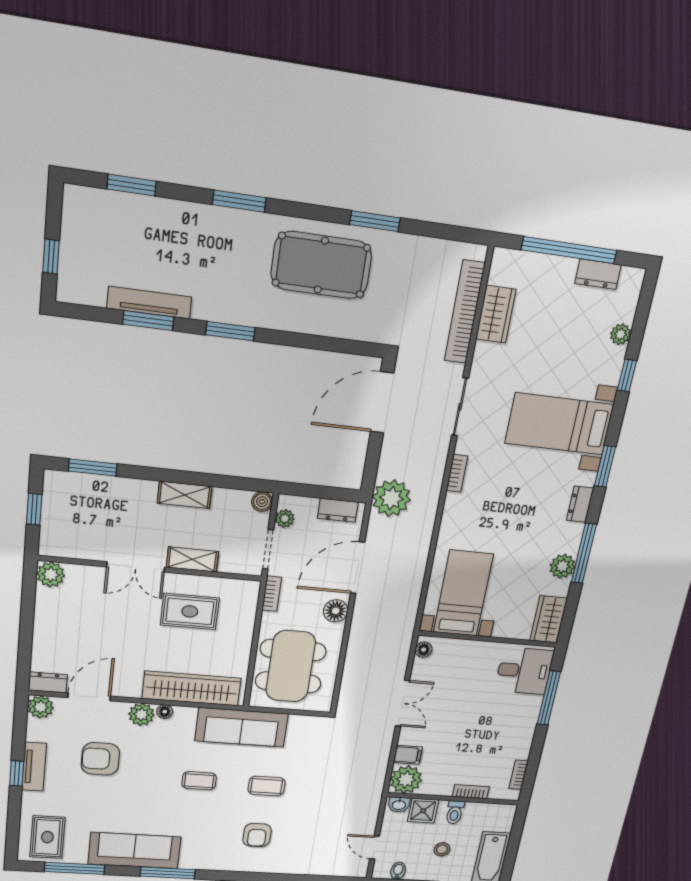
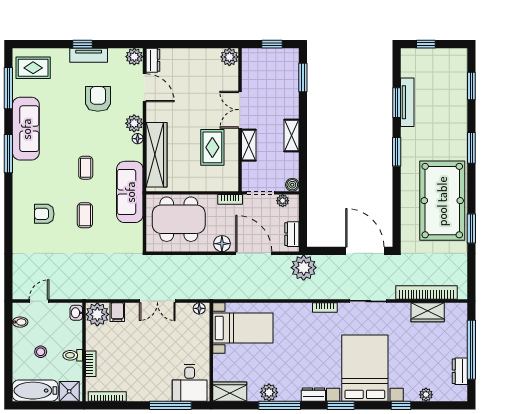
pool table: (321, 265) -> (442, 201), width x1.36, depth x1.32
bed with nightstands: (559, 424) -> (365, 368), width x1.36
bookcase: (518, 775) -> (107, 397), width x1.56
shower: (423, 811) -> (69, 391), moved

